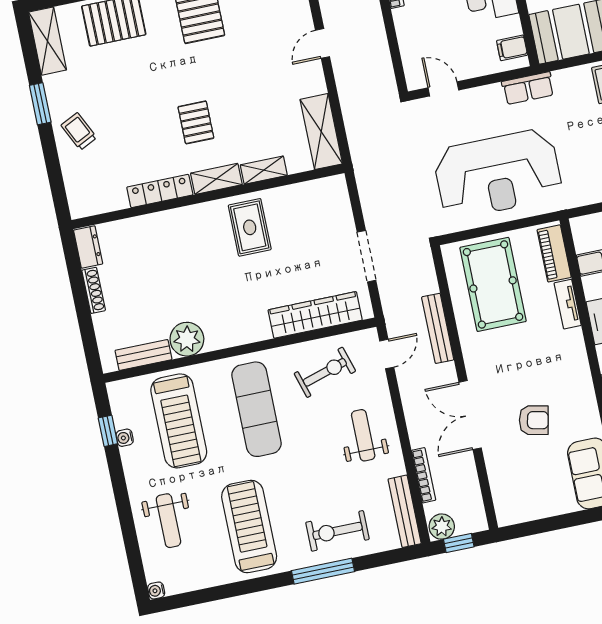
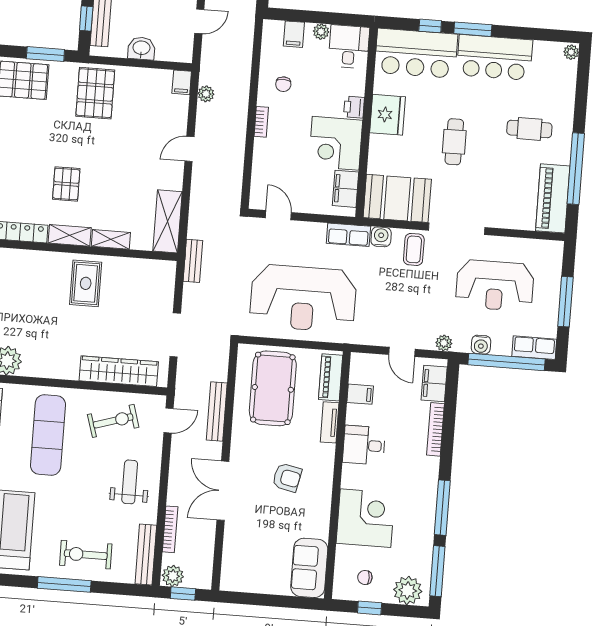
filing cabinet: (512, 48) -> (345, 189), width x2.00
water cooler: (565, 80) -> (381, 237), added
bench: (362, 168) -> (193, 261), added
armchair: (534, 420) -> (287, 478), moved

